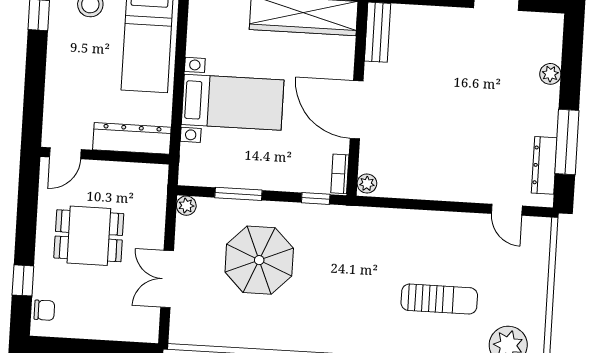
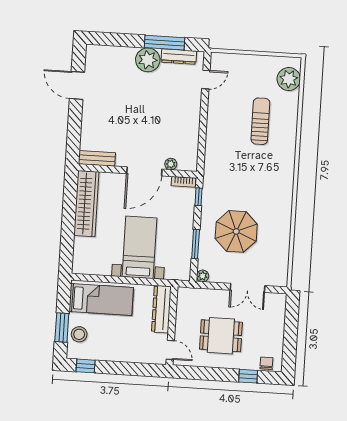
plant: (550, 74) -> (148, 60), moved, width x1.87, depth x1.87
plant: (367, 184) -> (171, 164), moved
dining table: (89, 236) -> (221, 336), turned 90

